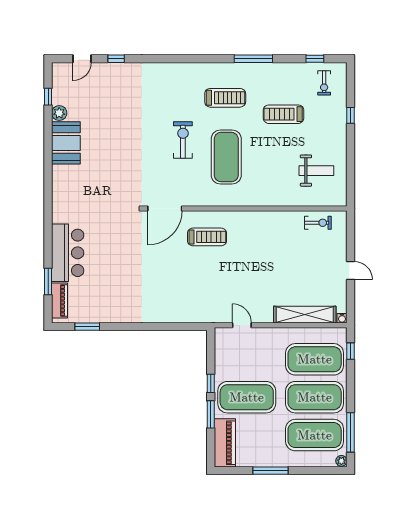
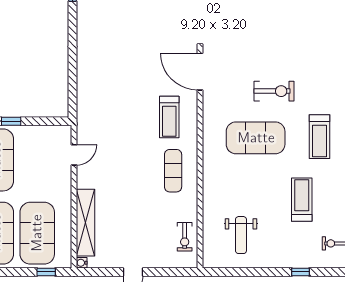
exercise mat: (257, 233) -> (173, 171), added

